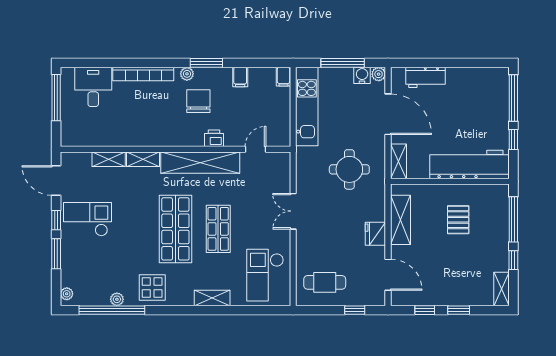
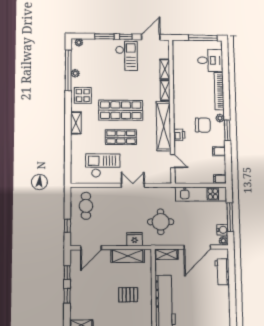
fridge: (375, 234) -> (135, 239), moved
checkout: (265, 275) -> (103, 165), moved
shelving: (212, 298) -> (76, 123), moved

